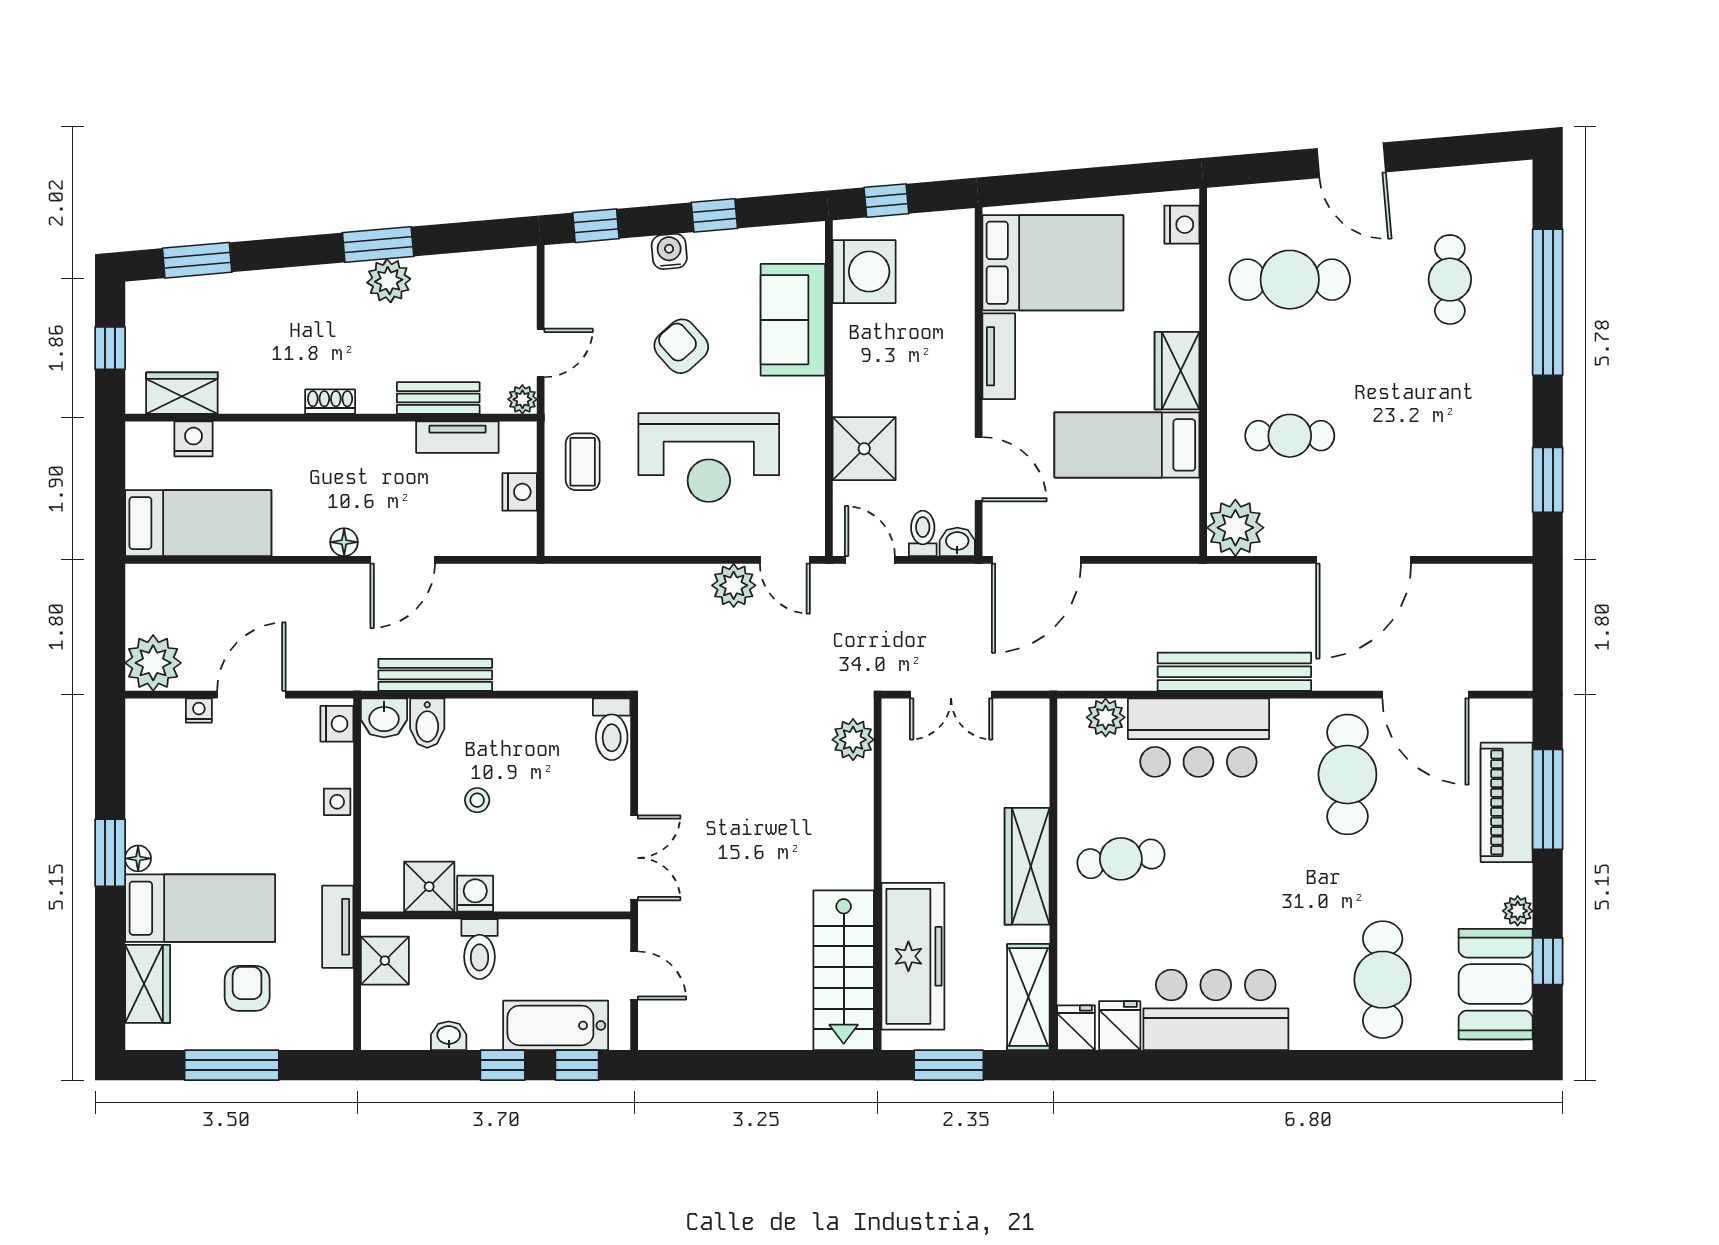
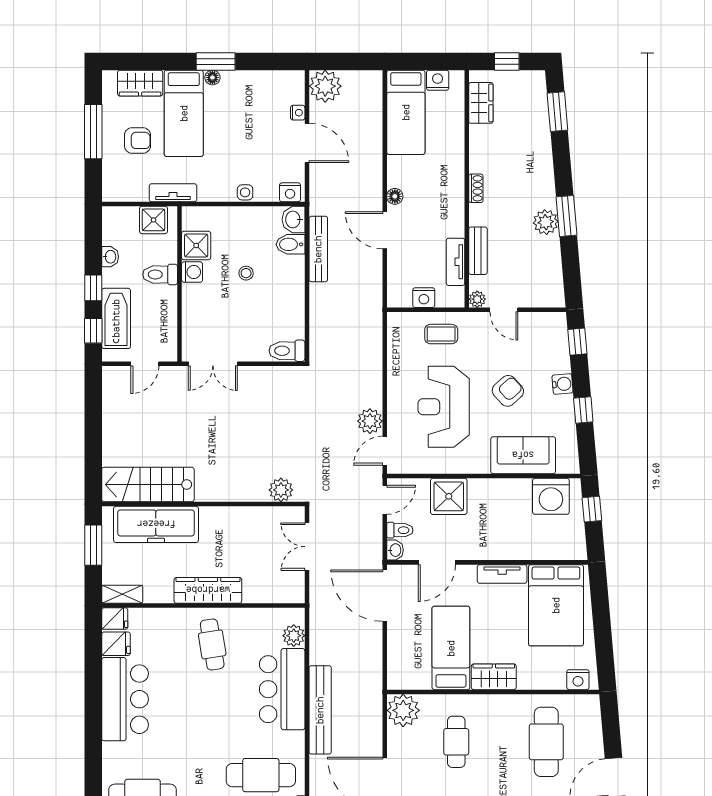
nightstand: (194, 439) -> (438, 80), moved, turned -90
shelving: (1028, 997) -> (122, 594), width x0.67, depth x0.75

